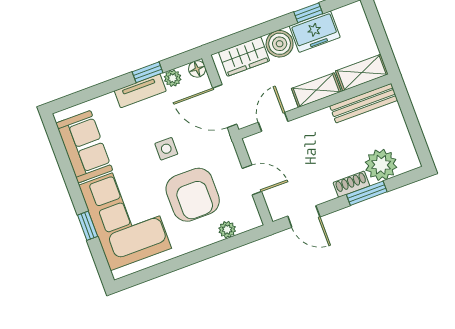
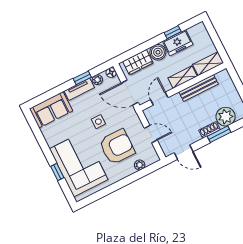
bench: (364, 103) -> (199, 88), moved
sofa: (84, 147) -> (51, 110), moved, turned 90
armchair: (193, 195) -> (117, 147), turned -90

